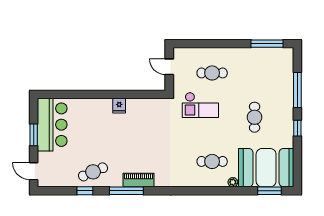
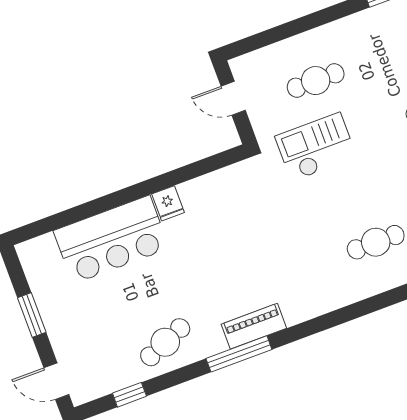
checkout: (200, 105) -> (316, 147), turned 180
bar counter: (52, 125) -> (111, 240), moved, turned 90
window: (85, 191) -> (129, 395), moved

